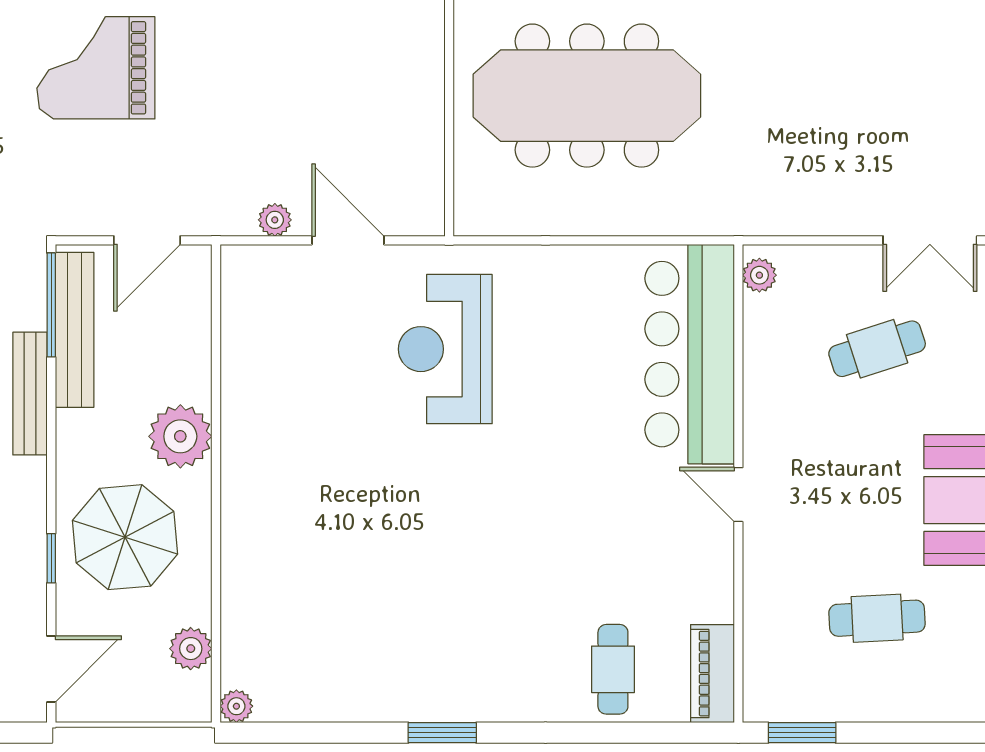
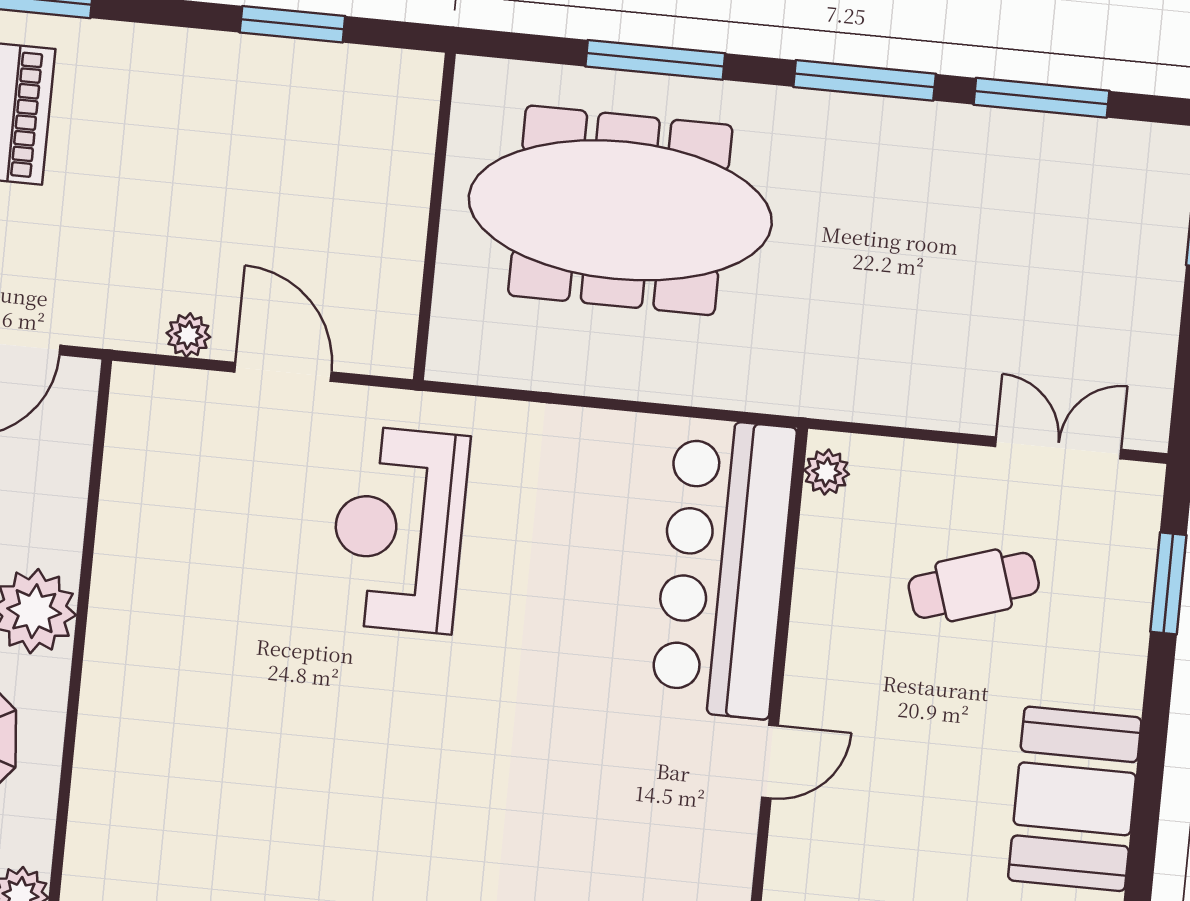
double door: (930, 240) -> (1058, 448), swing flipped
door: (738, 495) -> (770, 761), swing flipped

